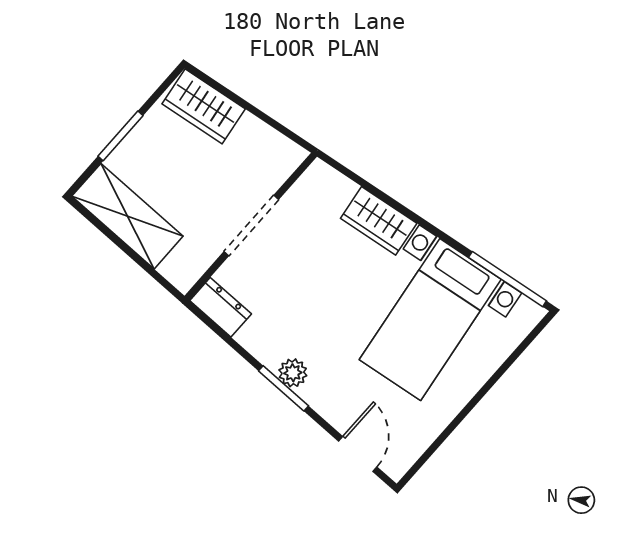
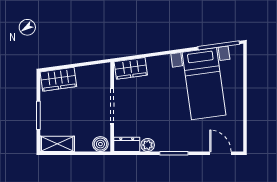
shelving: (127, 216) -> (57, 144), width x0.67, depth x0.75
wardrobe: (379, 221) -> (131, 68), moved
boiler: (179, 270) -> (100, 144), added
plant: (293, 373) -> (148, 145), moved

